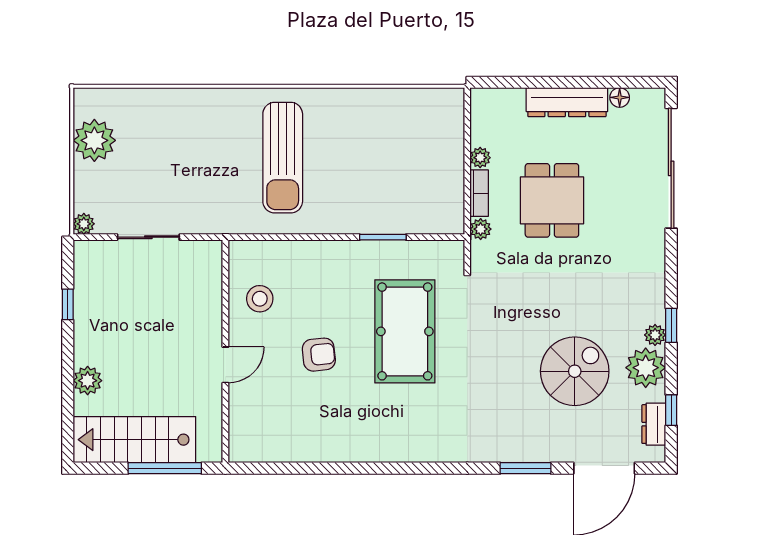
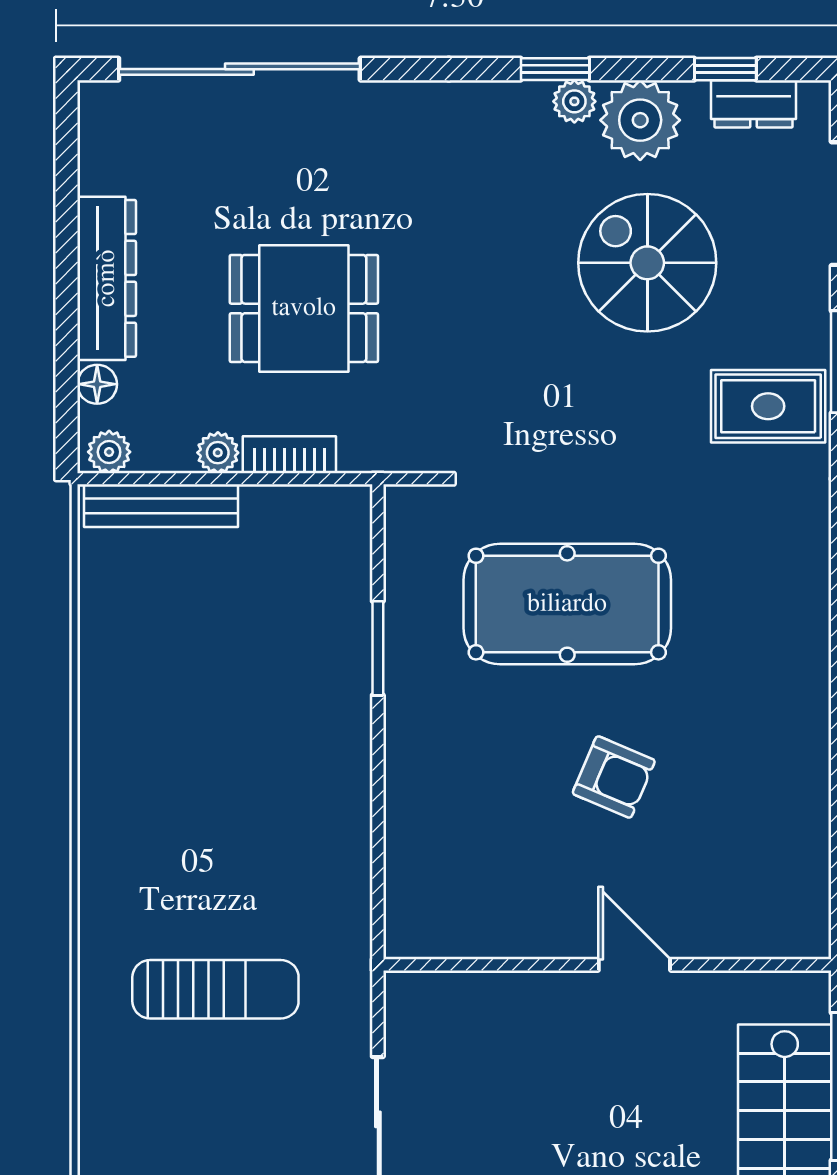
floor lamp: (620, 97) -> (97, 384), moved
bench: (454, 129) -> (161, 506), added
sun lounger: (283, 158) -> (215, 989), moved, width x0.73, depth x0.75
plant: (481, 229) -> (109, 452), moved
stool: (260, 299) -> (502, 896), removed
armchair: (319, 355) -> (614, 777), turned 119
rug: (503, 431) -> (768, 406), added

